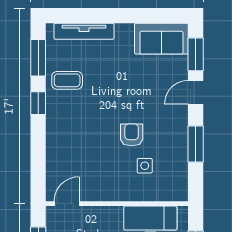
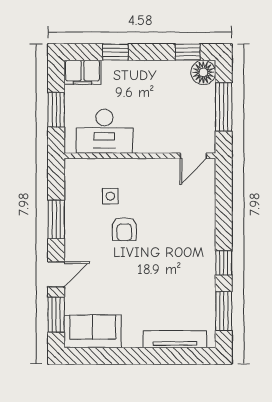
coffee table: (67, 80) -> (193, 287), removed

